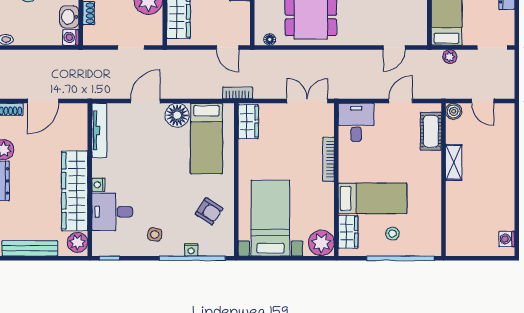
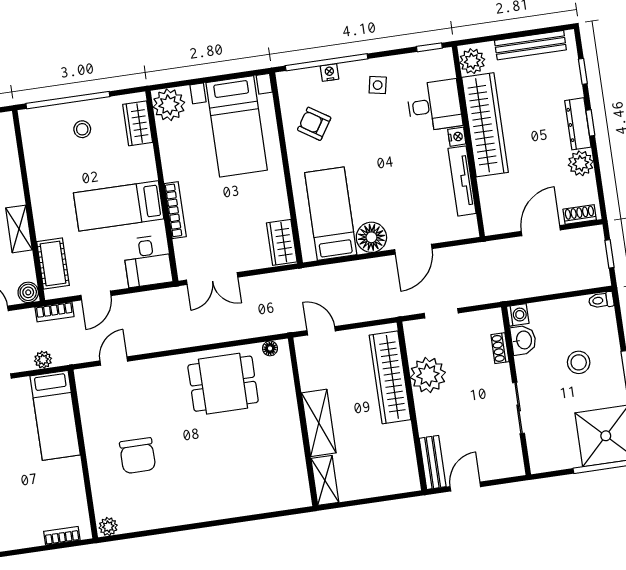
bookcase: (238, 93) -> (55, 312), moved
tv unit: (99, 130) -> (462, 181), moved
bed: (373, 198) -> (119, 206), moved

